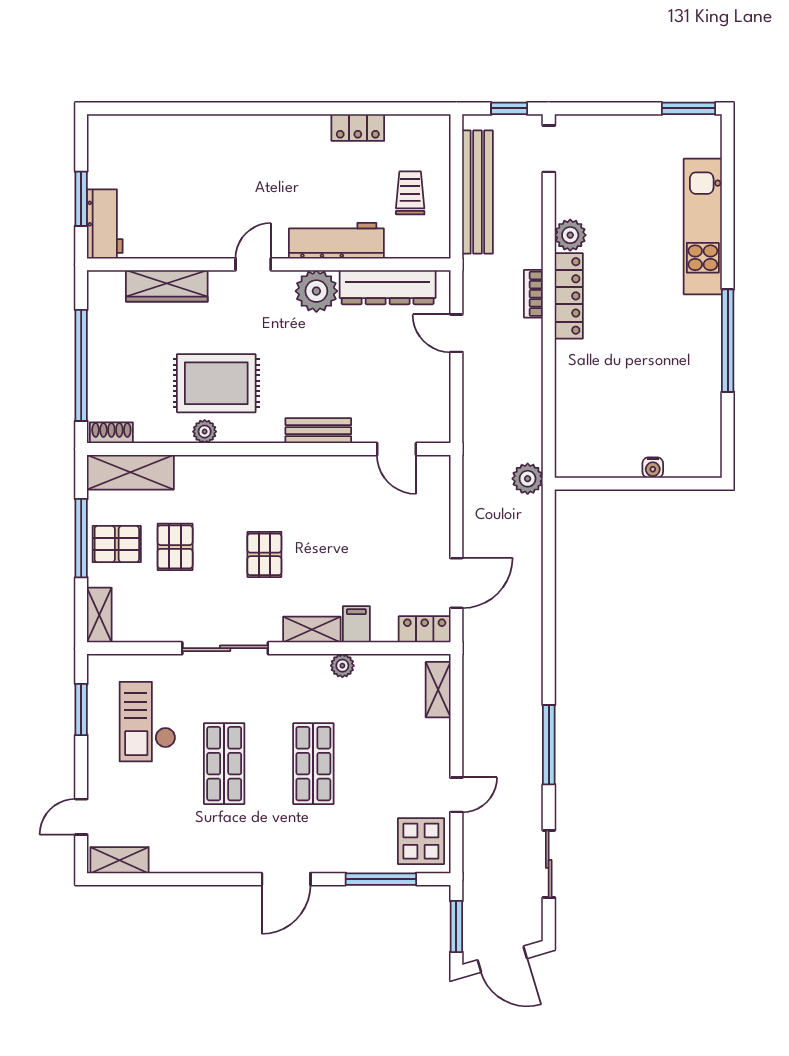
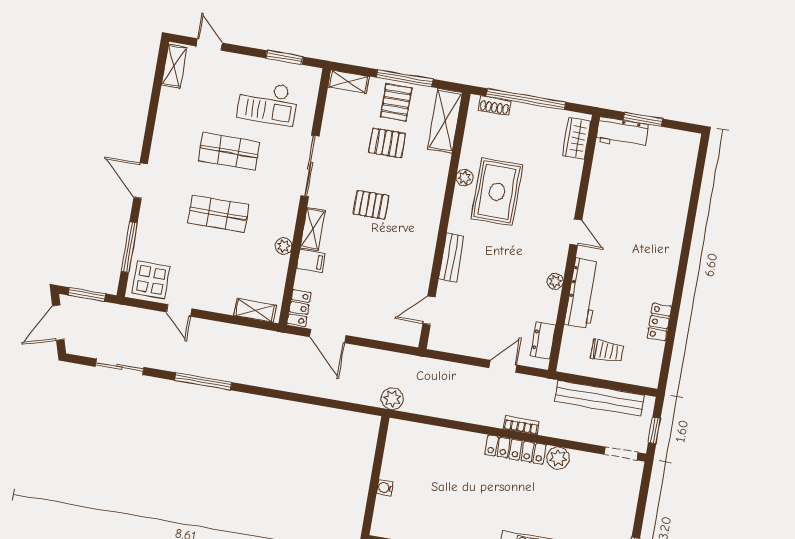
wardrobe: (167, 286) -> (577, 138), moved, width x0.67
dresser: (388, 287) -> (543, 341), width x0.51, depth x0.80
plant: (316, 291) -> (555, 281), width x0.53, depth x0.53
shoe rack: (111, 433) -> (495, 106), moved, turned 90
checkout: (147, 722) -> (268, 103), turned 180

